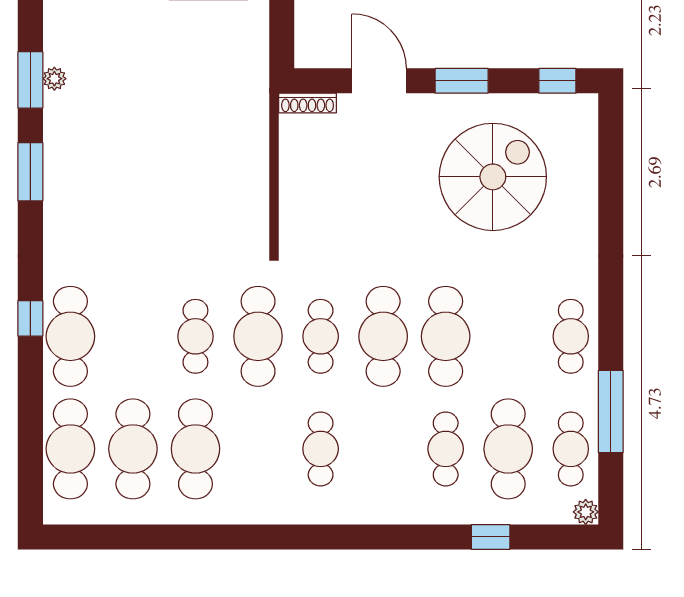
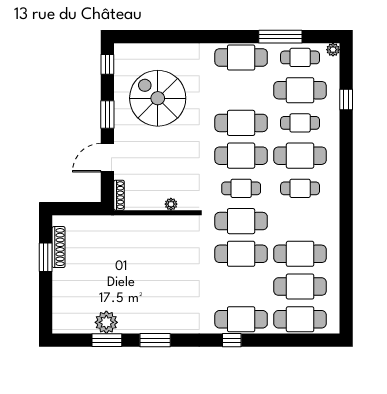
plant: (54, 79) -> (106, 322), width x1.88, depth x1.88
plant: (290, 202) -> (171, 204), added
cafe table: (195, 336) -> (241, 254), width x1.37, depth x1.35
cafe table: (571, 336) -> (241, 57), width x1.37, depth x1.35
cafe table: (383, 449) -> (300, 156), added

